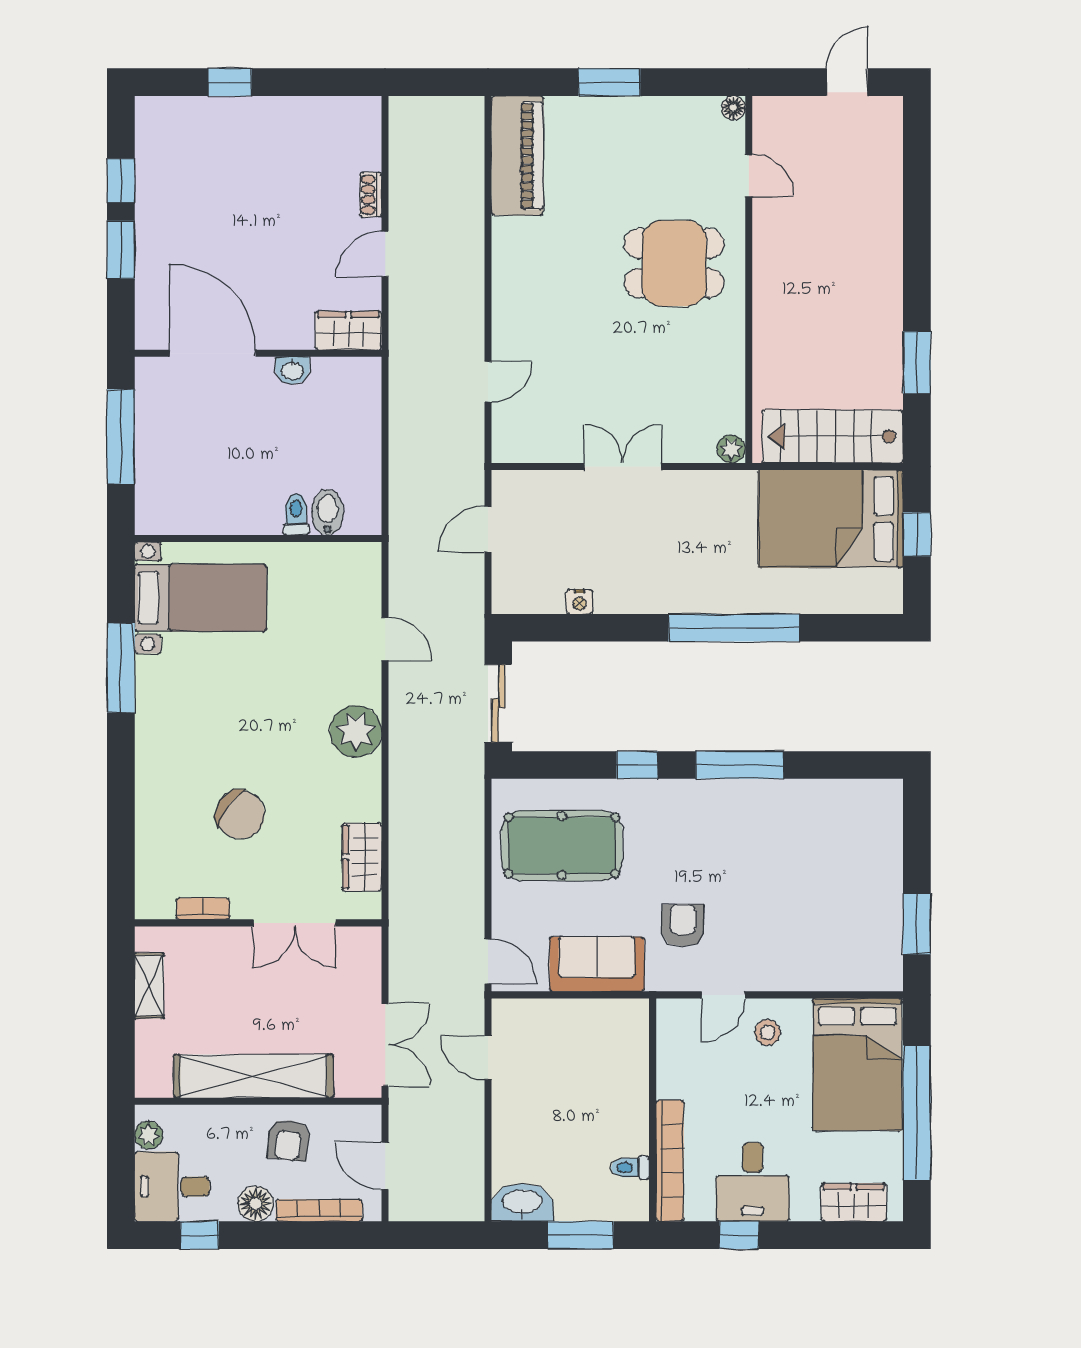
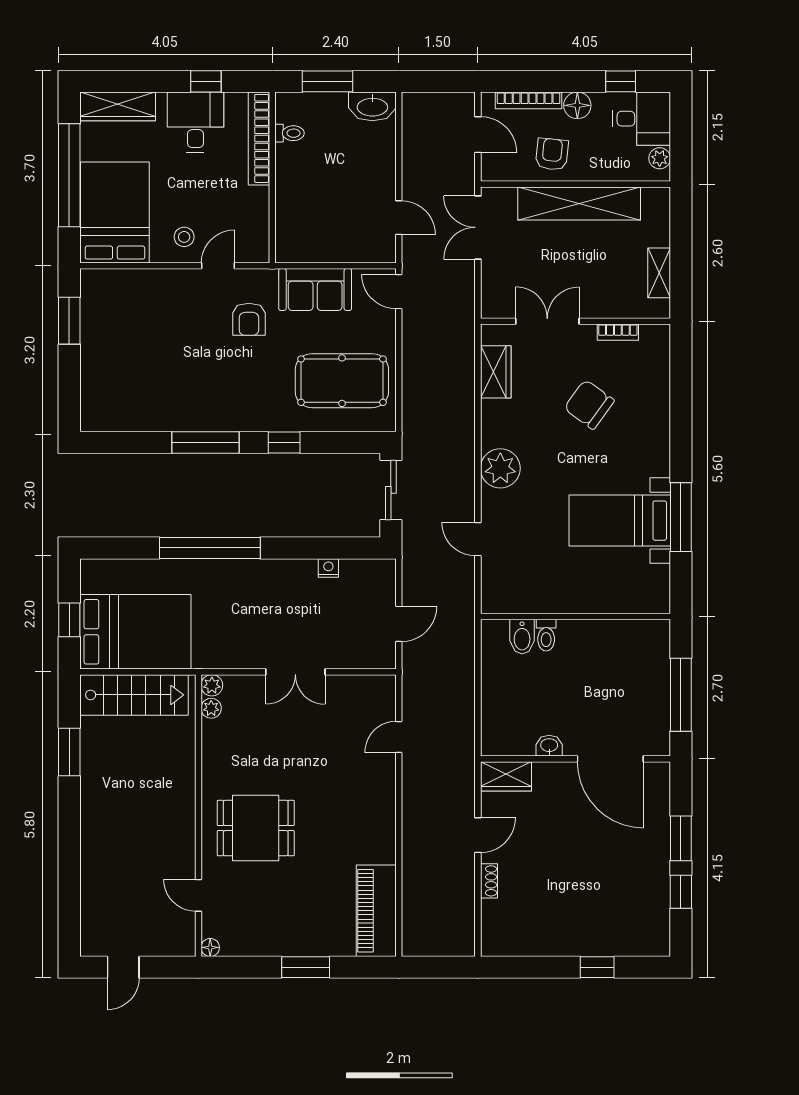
plant: (732, 419) -> (211, 708), added
bed with nightstands: (200, 598) -> (620, 521), moved
wardrobe: (854, 1202) -> (118, 106), width x1.50

